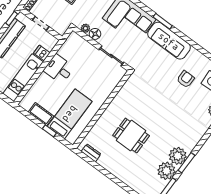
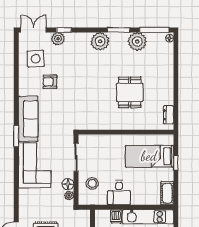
stool: (82, 53) -> (92, 183), added
cot: (41, 114) -> (167, 193), moved
plant: (178, 156) -> (100, 41), moved

